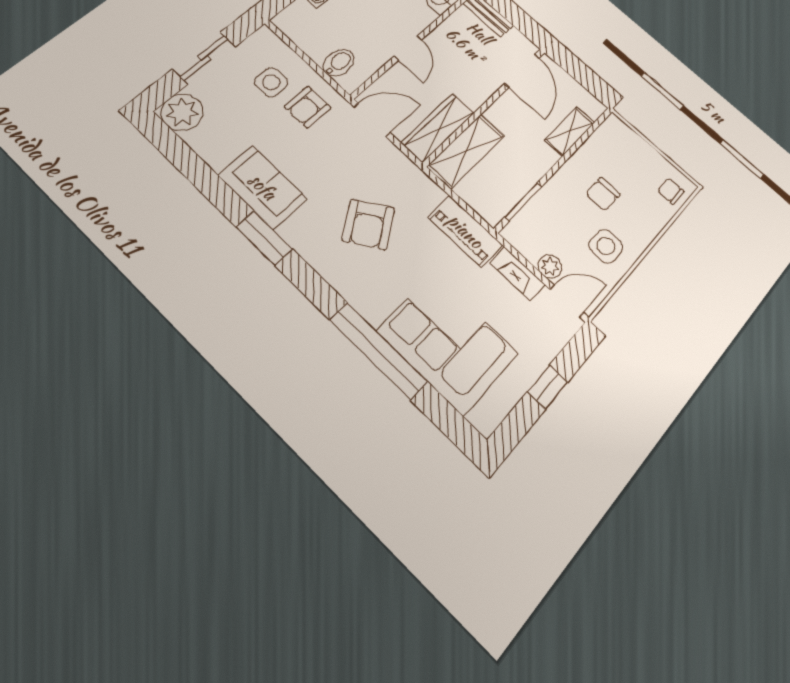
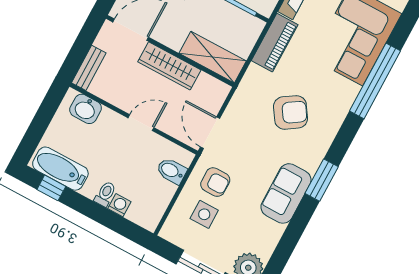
wardrobe: (438, 128) -> (169, 66), moved

